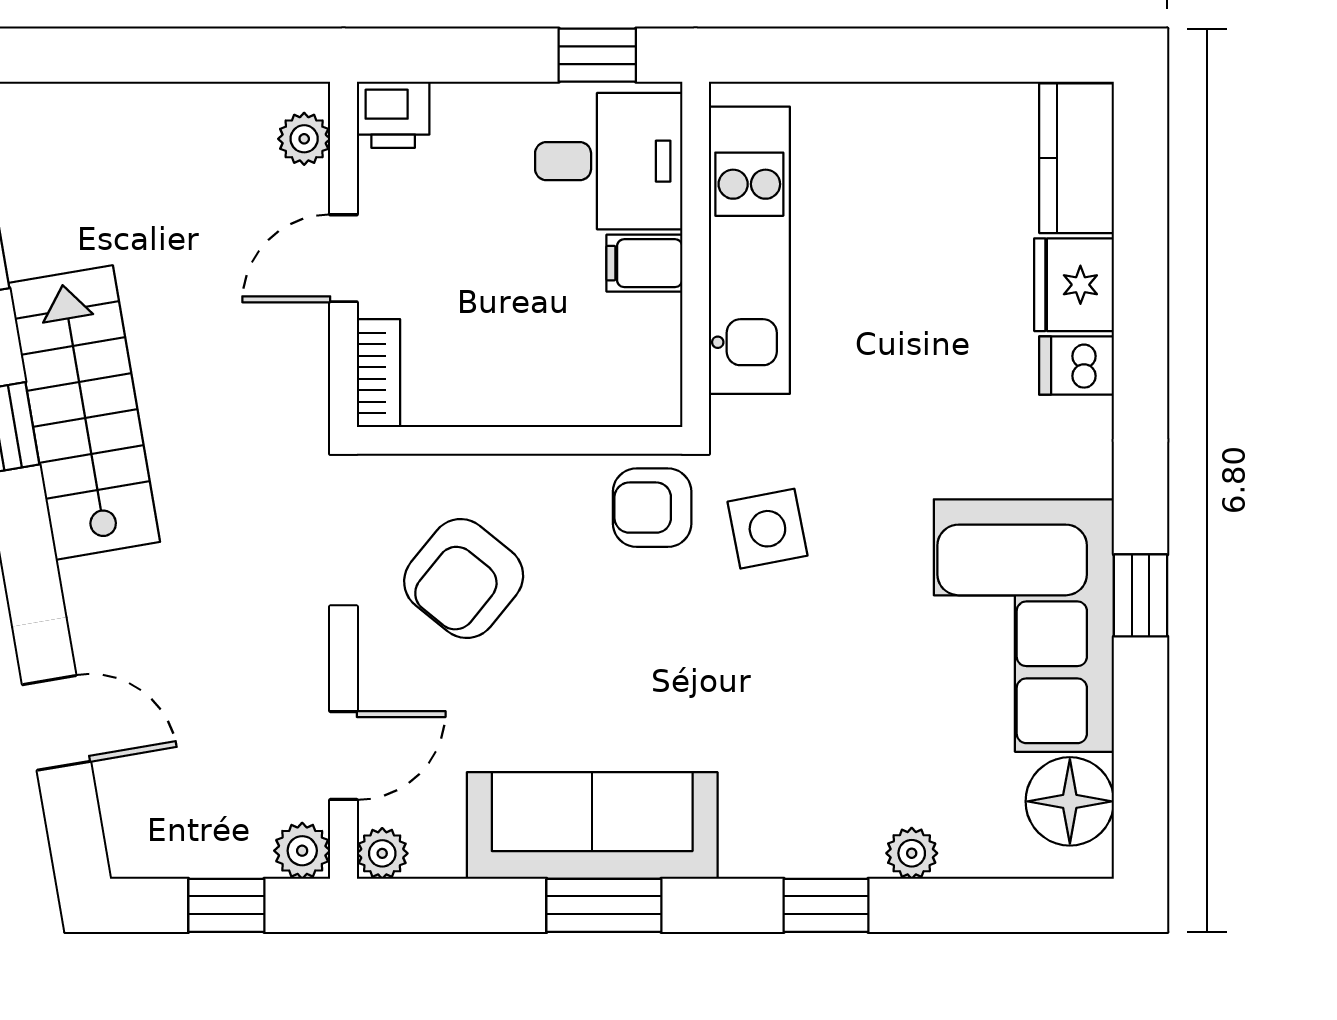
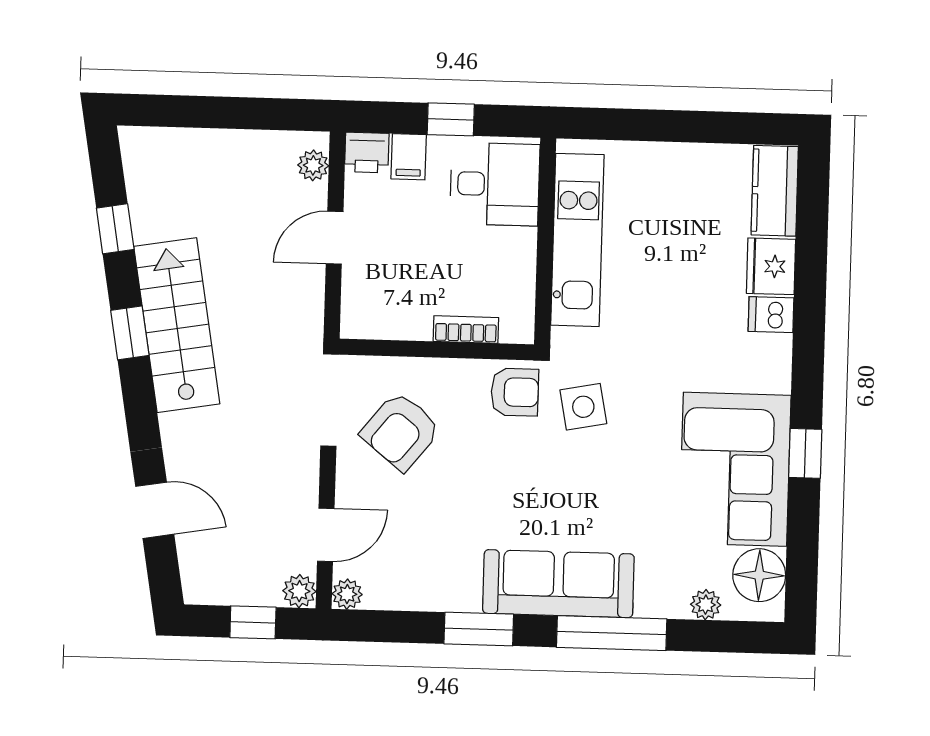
window: (597, 55) -> (451, 119), moved
filing cabinet: (644, 263) -> (409, 157), moved, turned -90
bookcase: (378, 373) -> (466, 330), moved, turned -90
armchair: (652, 508) -> (515, 392), turned 180
sofa: (592, 825) -> (558, 584), moved
plant: (912, 853) -> (706, 605), moved
window: (826, 905) -> (612, 633), width x2.17

